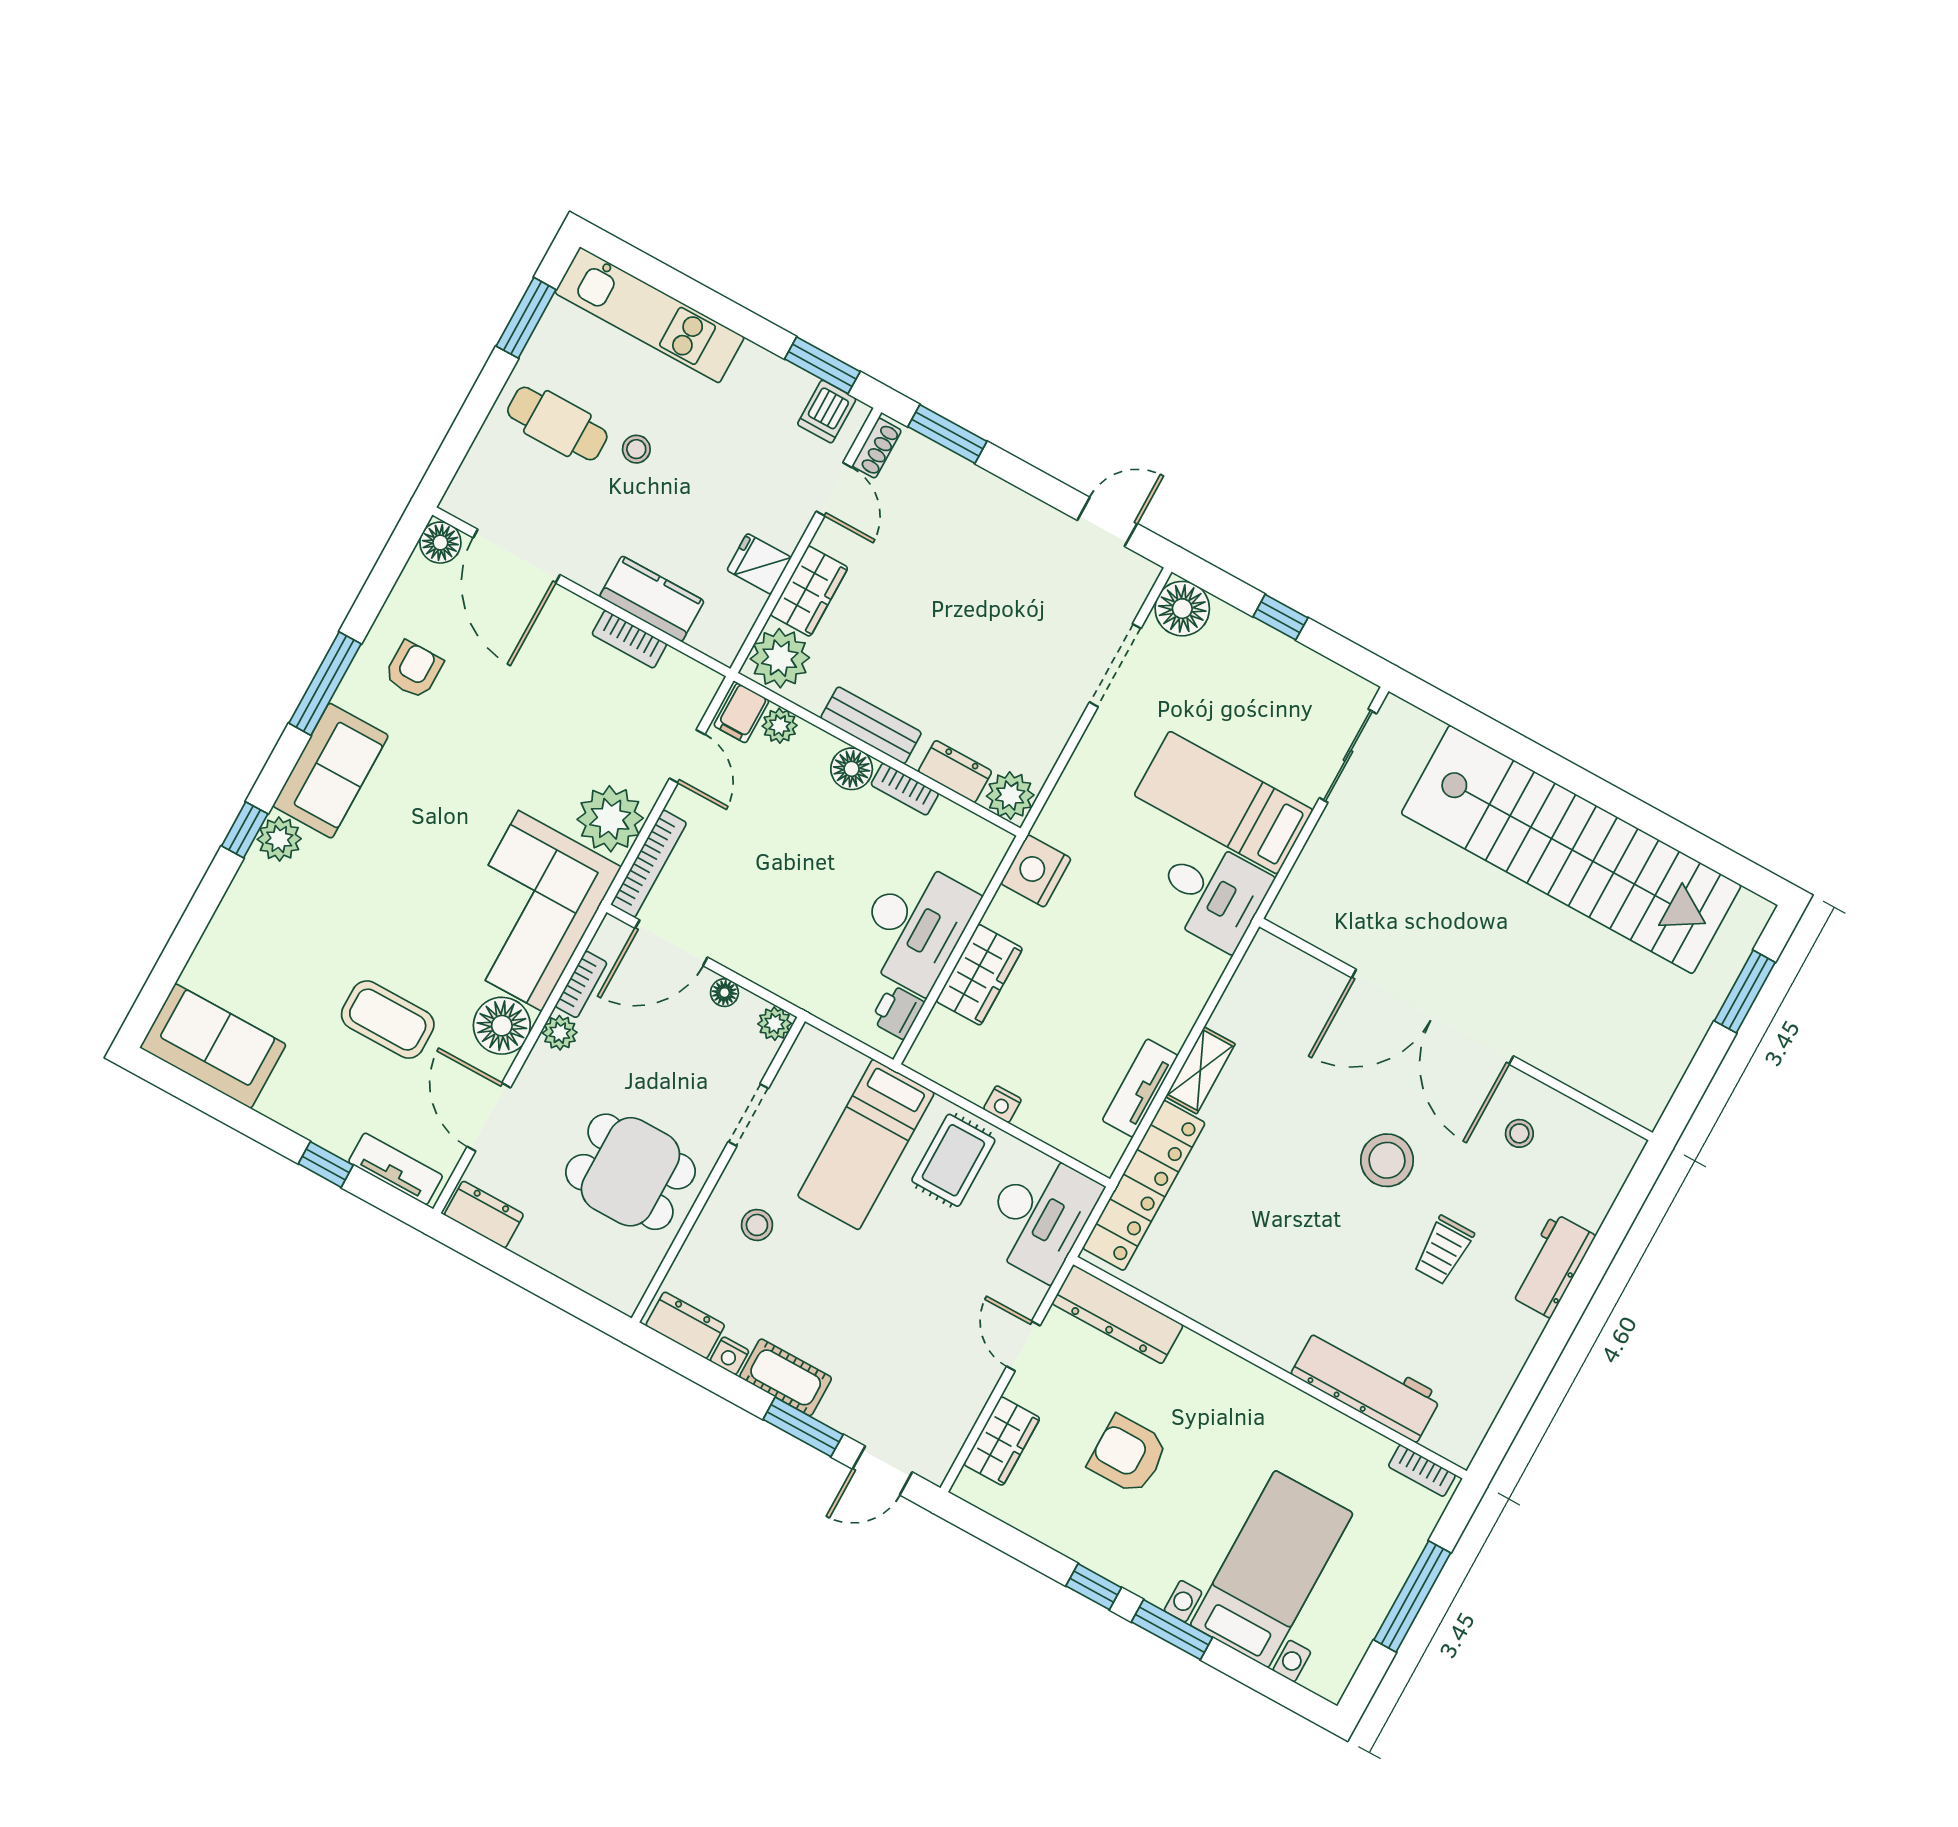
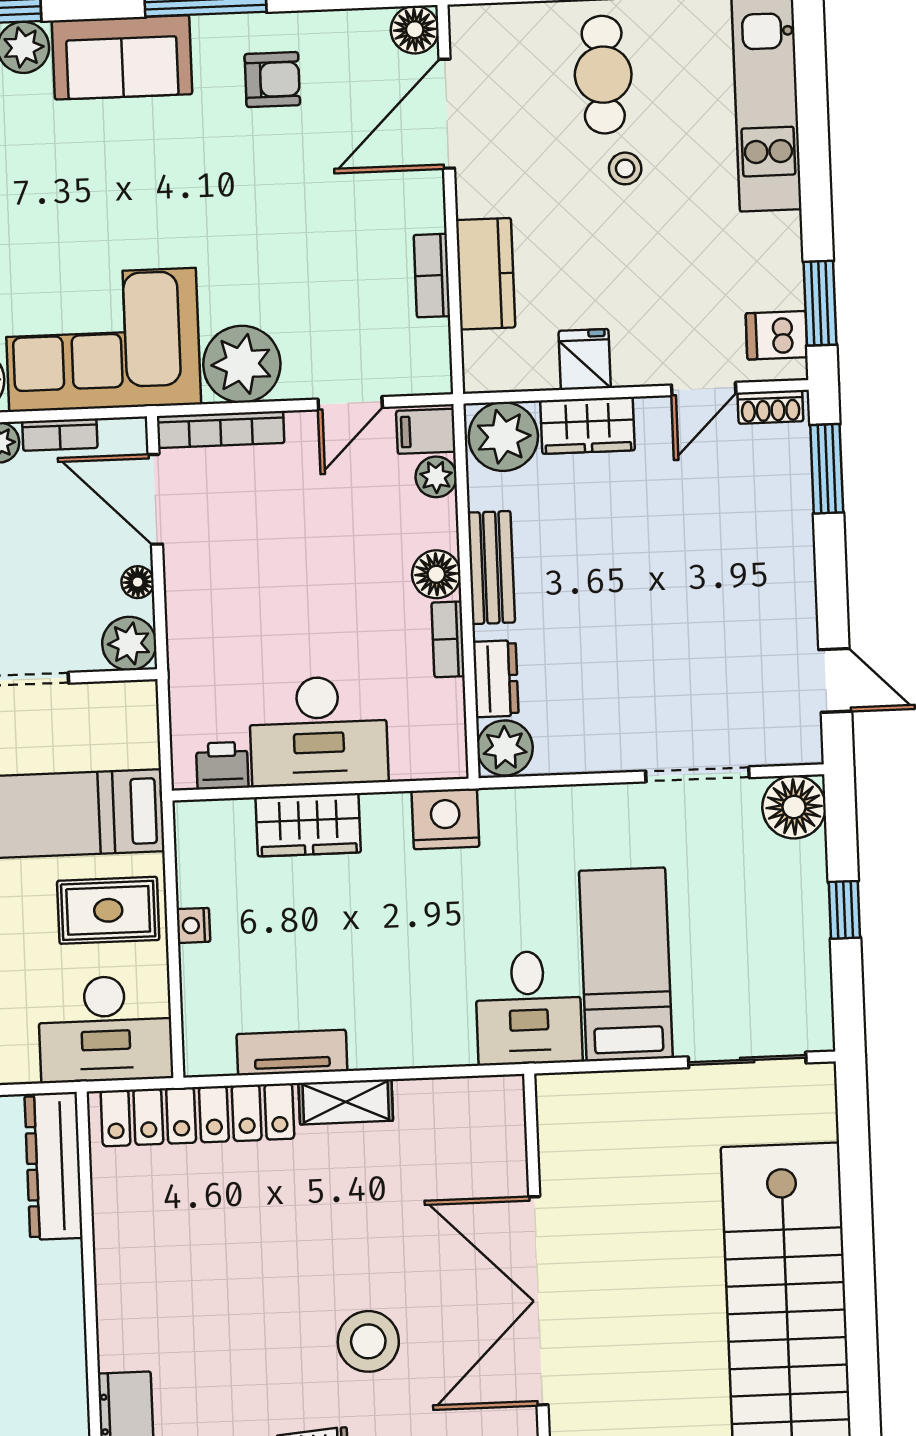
plant: (775, 1024) -> (129, 644), width x1.38, depth x1.38

